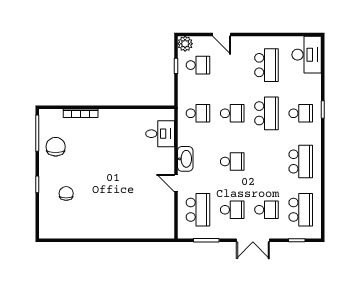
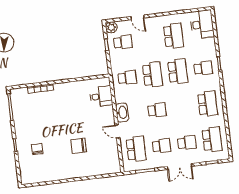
school desk: (232, 113) -> (153, 75), width x1.85
chair: (56, 147) -> (78, 146), moved, turned -90

